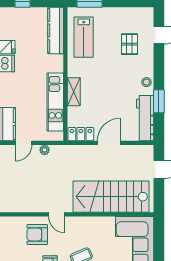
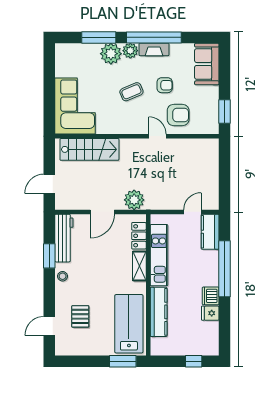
kitchen counter: (56, 30) -> (159, 312), moved
lab bench: (84, 37) -> (129, 324), width x1.36, depth x1.39
locker: (81, 134) -> (139, 236), moved, turned 90
plant: (44, 150) -> (134, 200), moved, width x1.88, depth x1.88
stairs: (111, 197) -> (89, 149), width x0.73, depth x0.66

